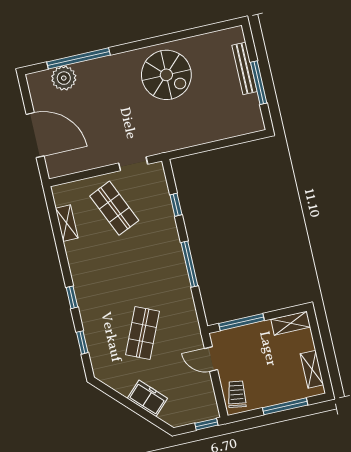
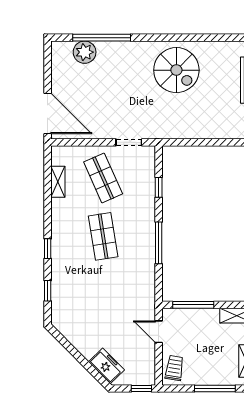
door: (35, 135) -> (48, 114), moved
shop shelf: (143, 333) -> (103, 236), moved, turned -33
freezer: (147, 398) -> (106, 366), moved

